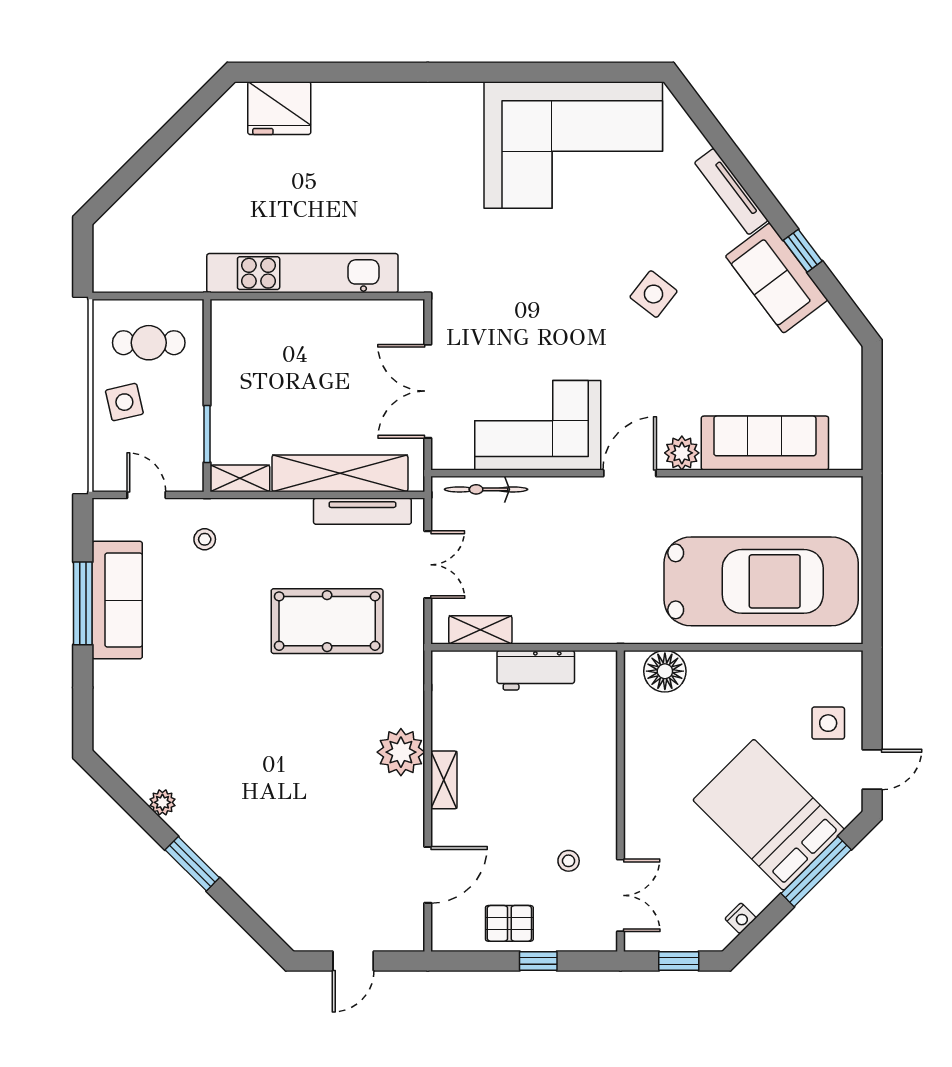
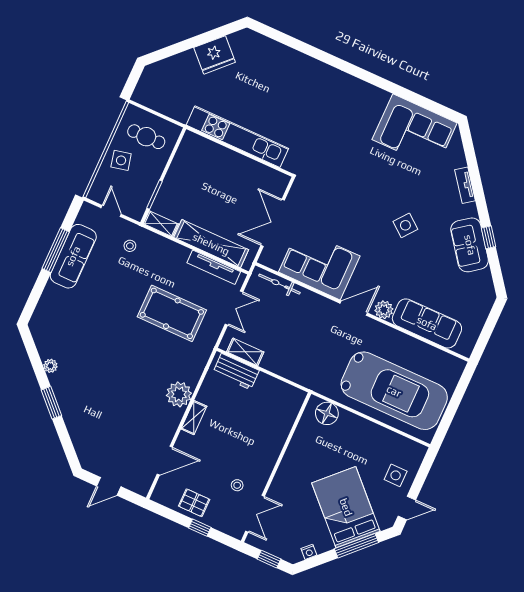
fridge: (279, 108) -> (215, 55), moved, turned -45
corner sofa: (573, 145) -> (415, 131), width x0.73, depth x0.74
tv unit: (731, 192) -> (465, 185), width x0.71
workbench: (536, 670) -> (236, 372), moved

